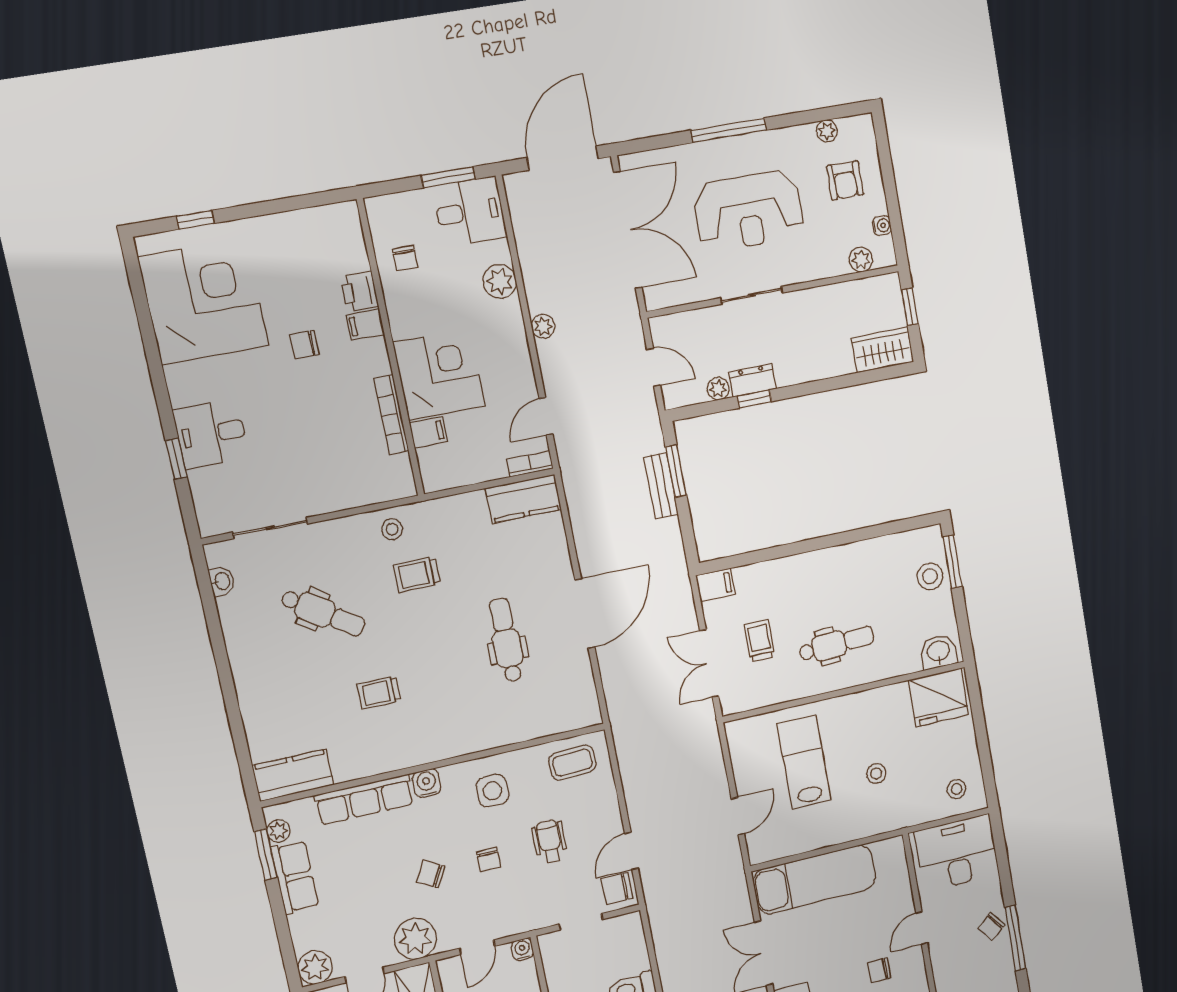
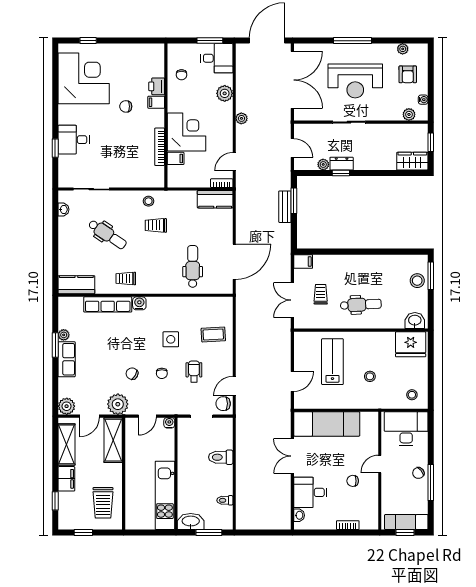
wall: (435, 765) -> (145, 295), moved
kitchen counter: (293, 775) -> (76, 285), moved
water cooler: (427, 783) -> (139, 303), moved
row of seats: (364, 800) -> (108, 304), moved

